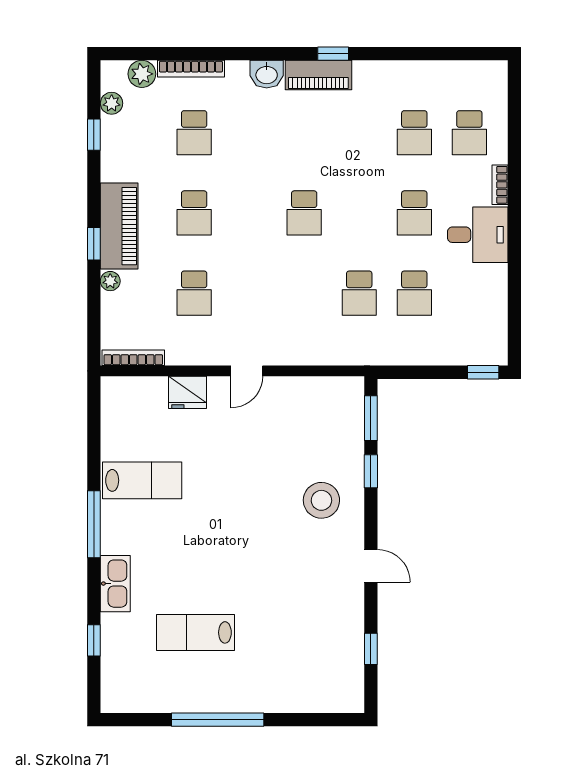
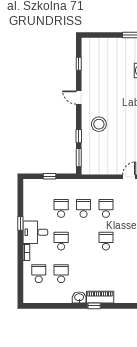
washbasin: (267, 74) -> (79, 298), moved
window: (514, 256) -> (20, 223), added
school desk: (304, 293) -> (106, 208), added
window: (483, 372) -> (49, 176), moved

